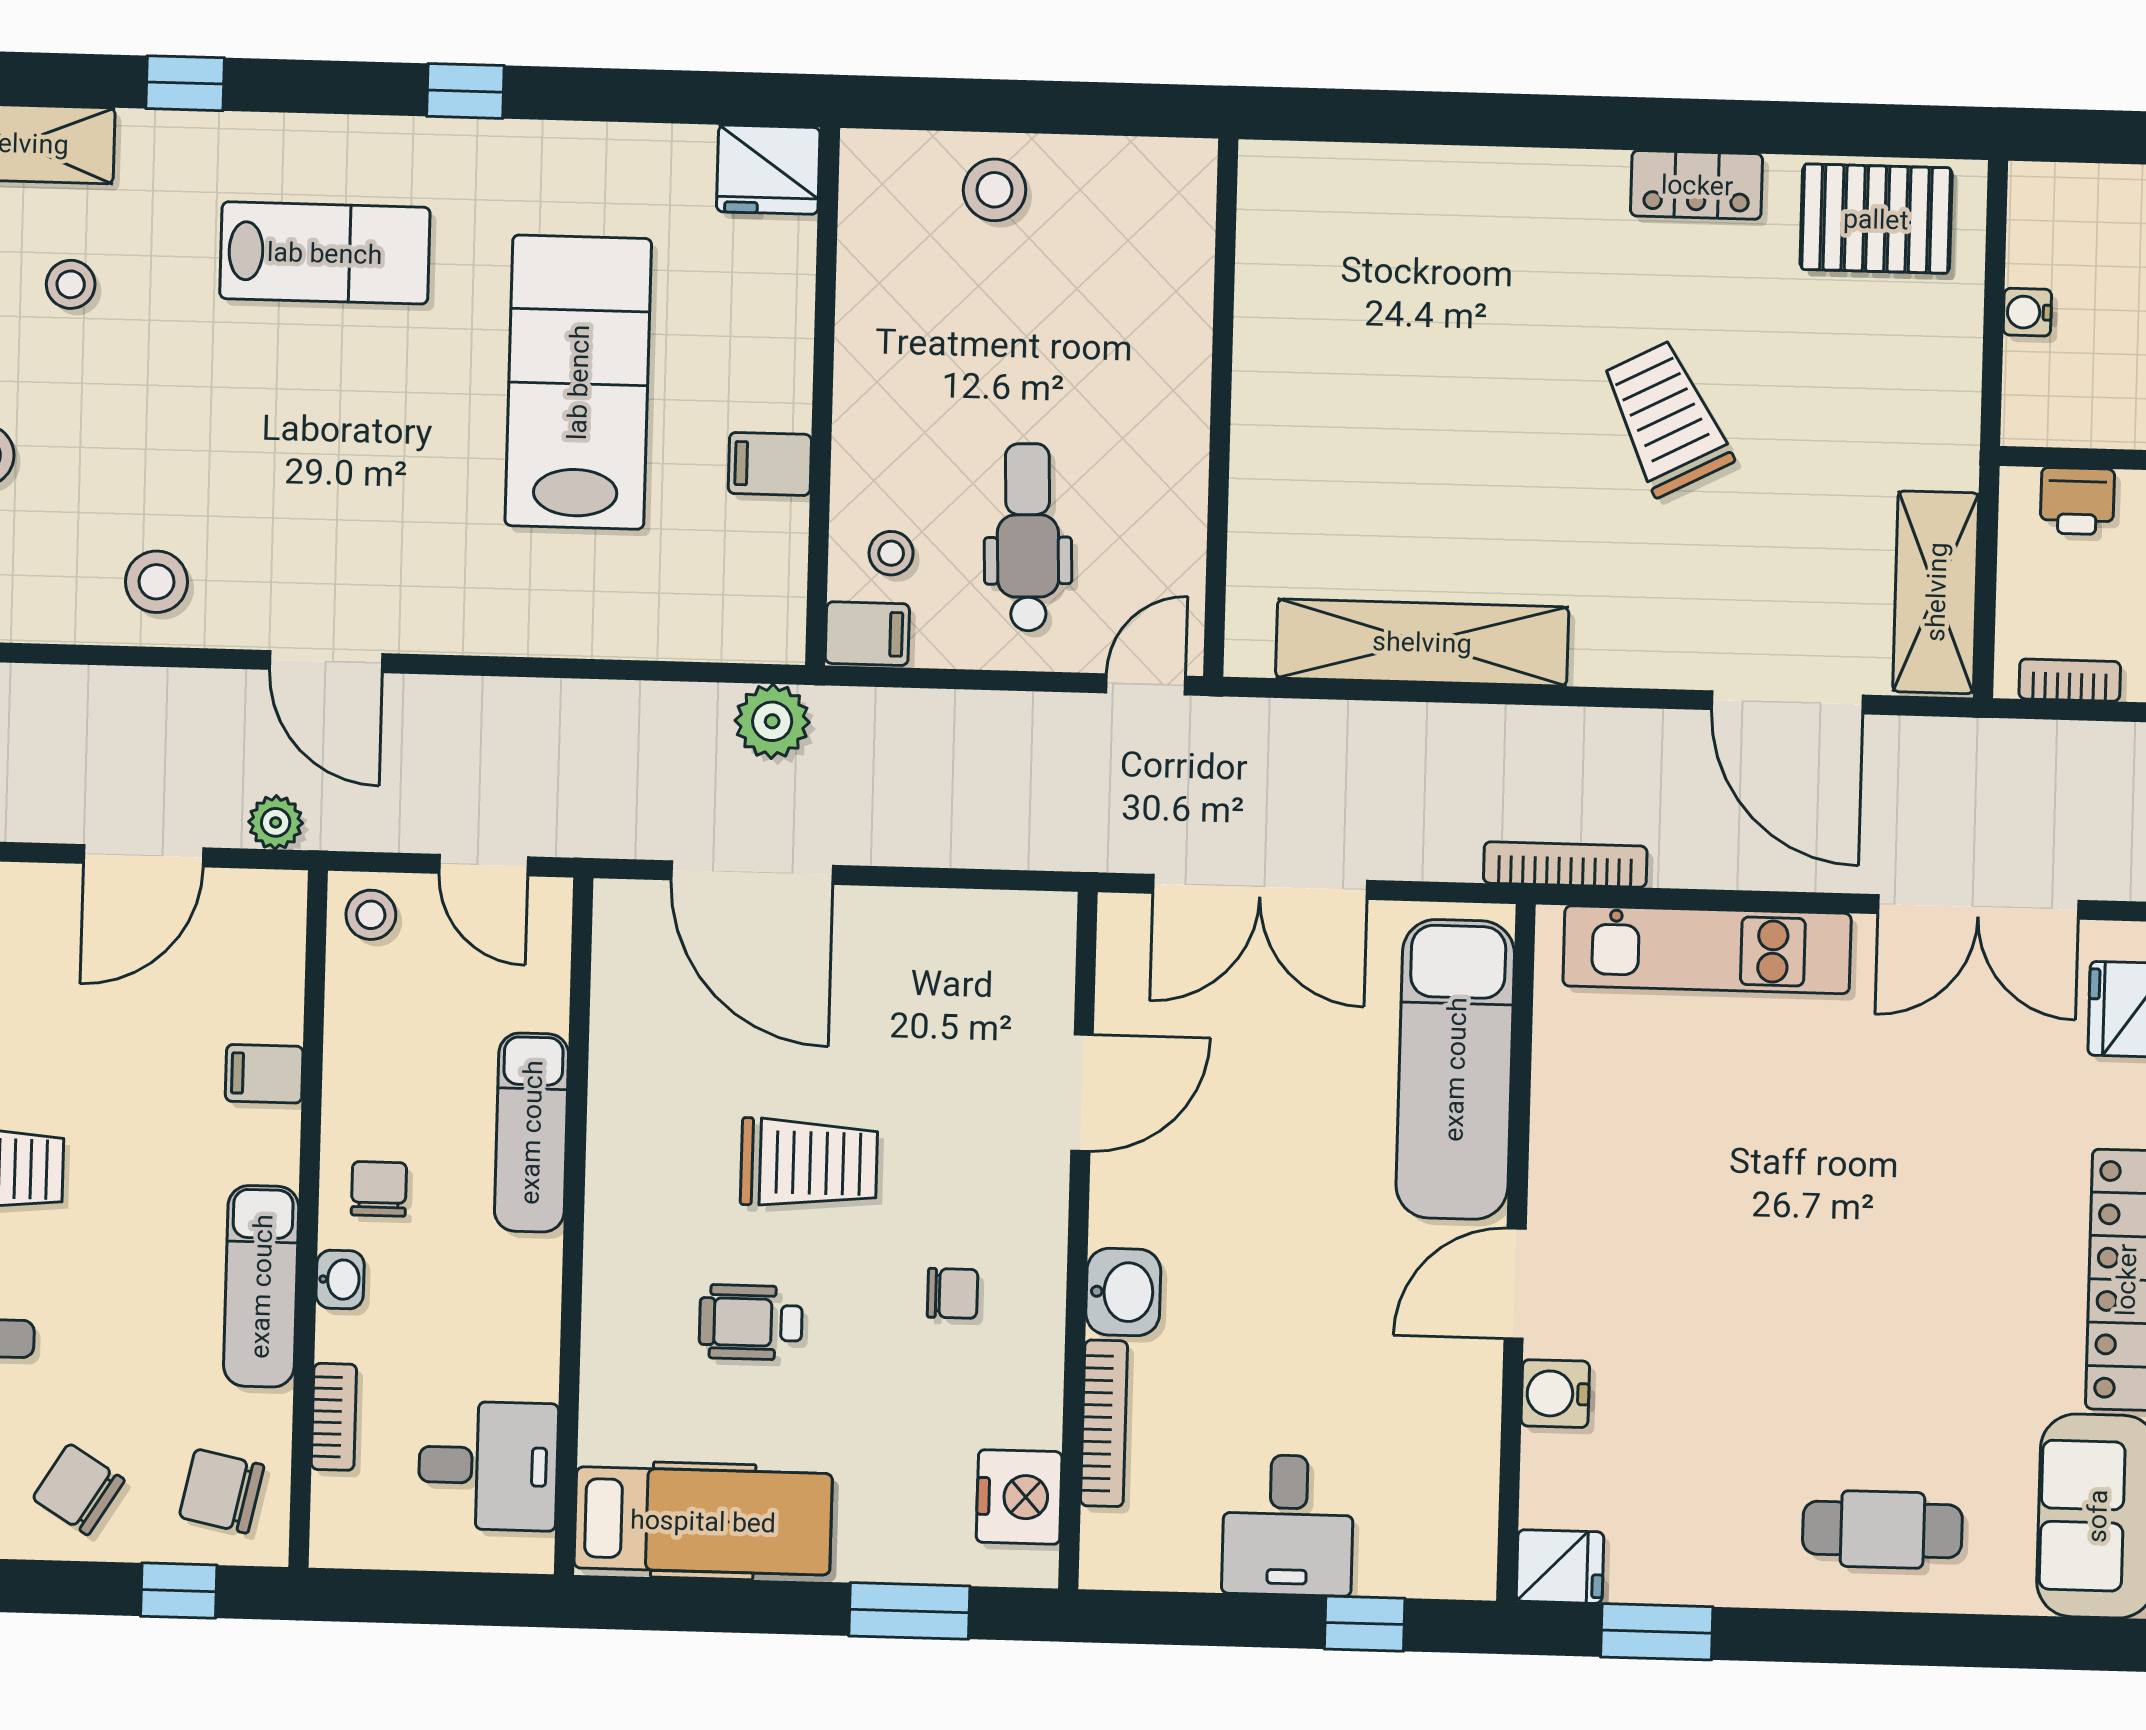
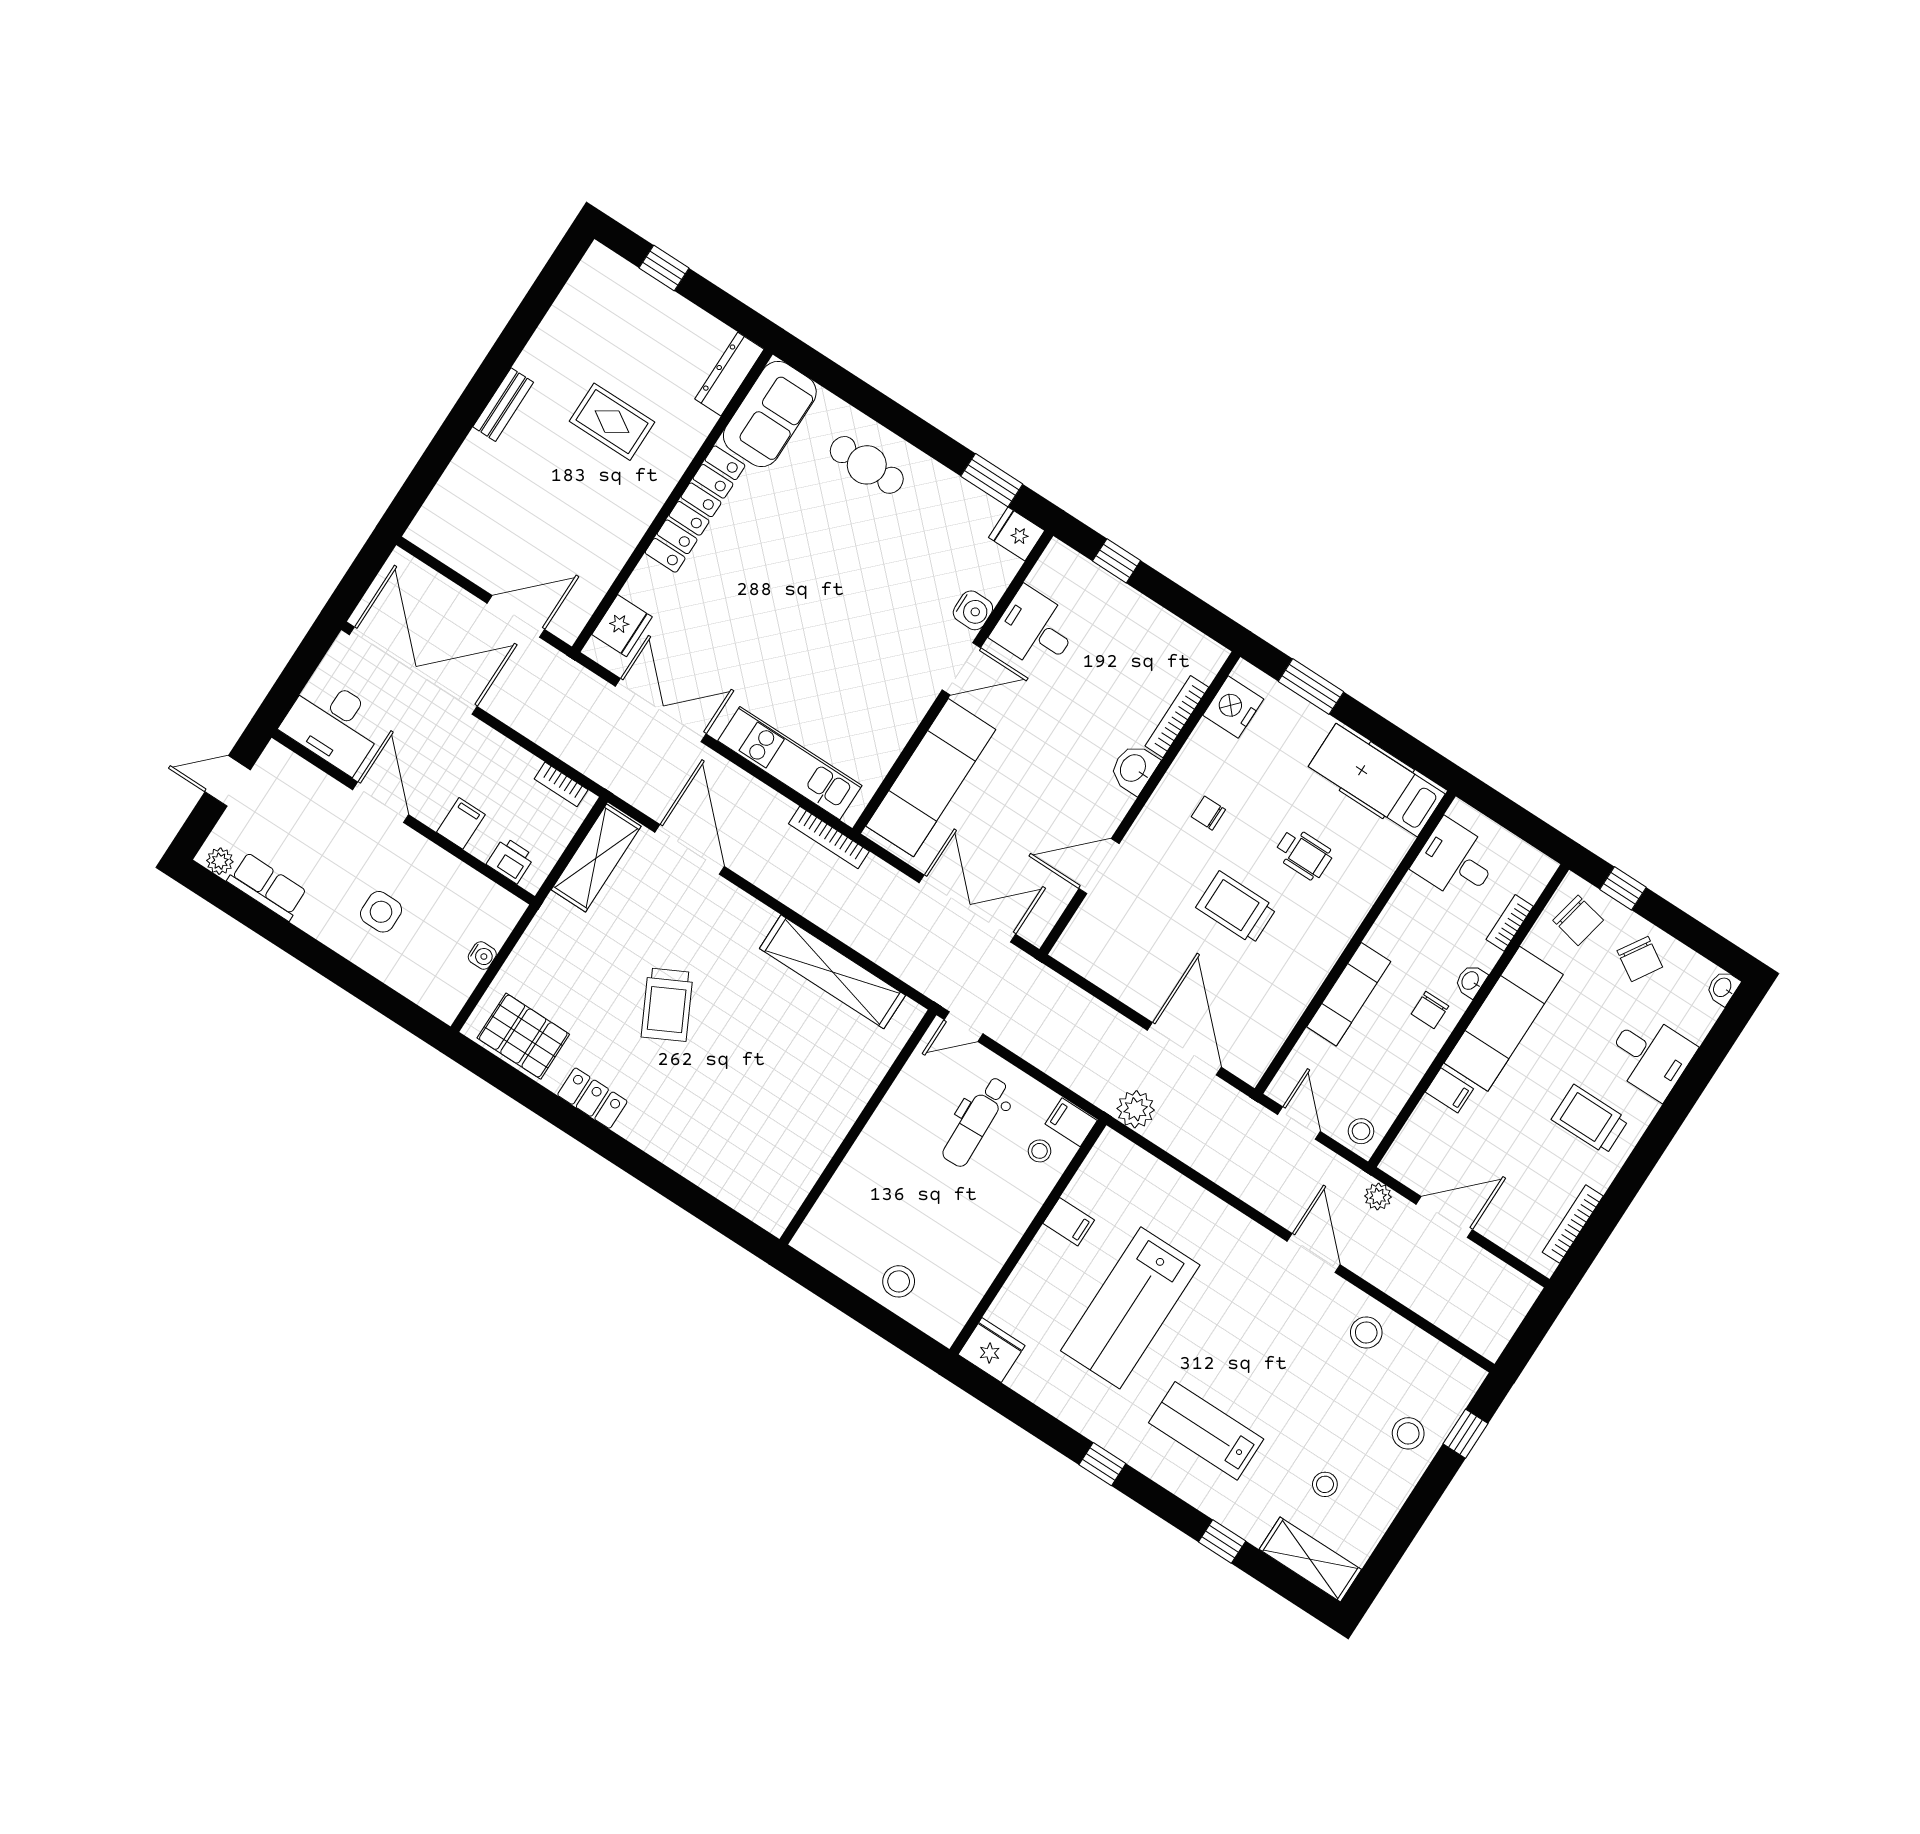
exam couch: (261, 1286) -> (1504, 1019), width x1.36, depth x1.45
desk: (1288, 1525) -> (1035, 629), moved, turned -90

